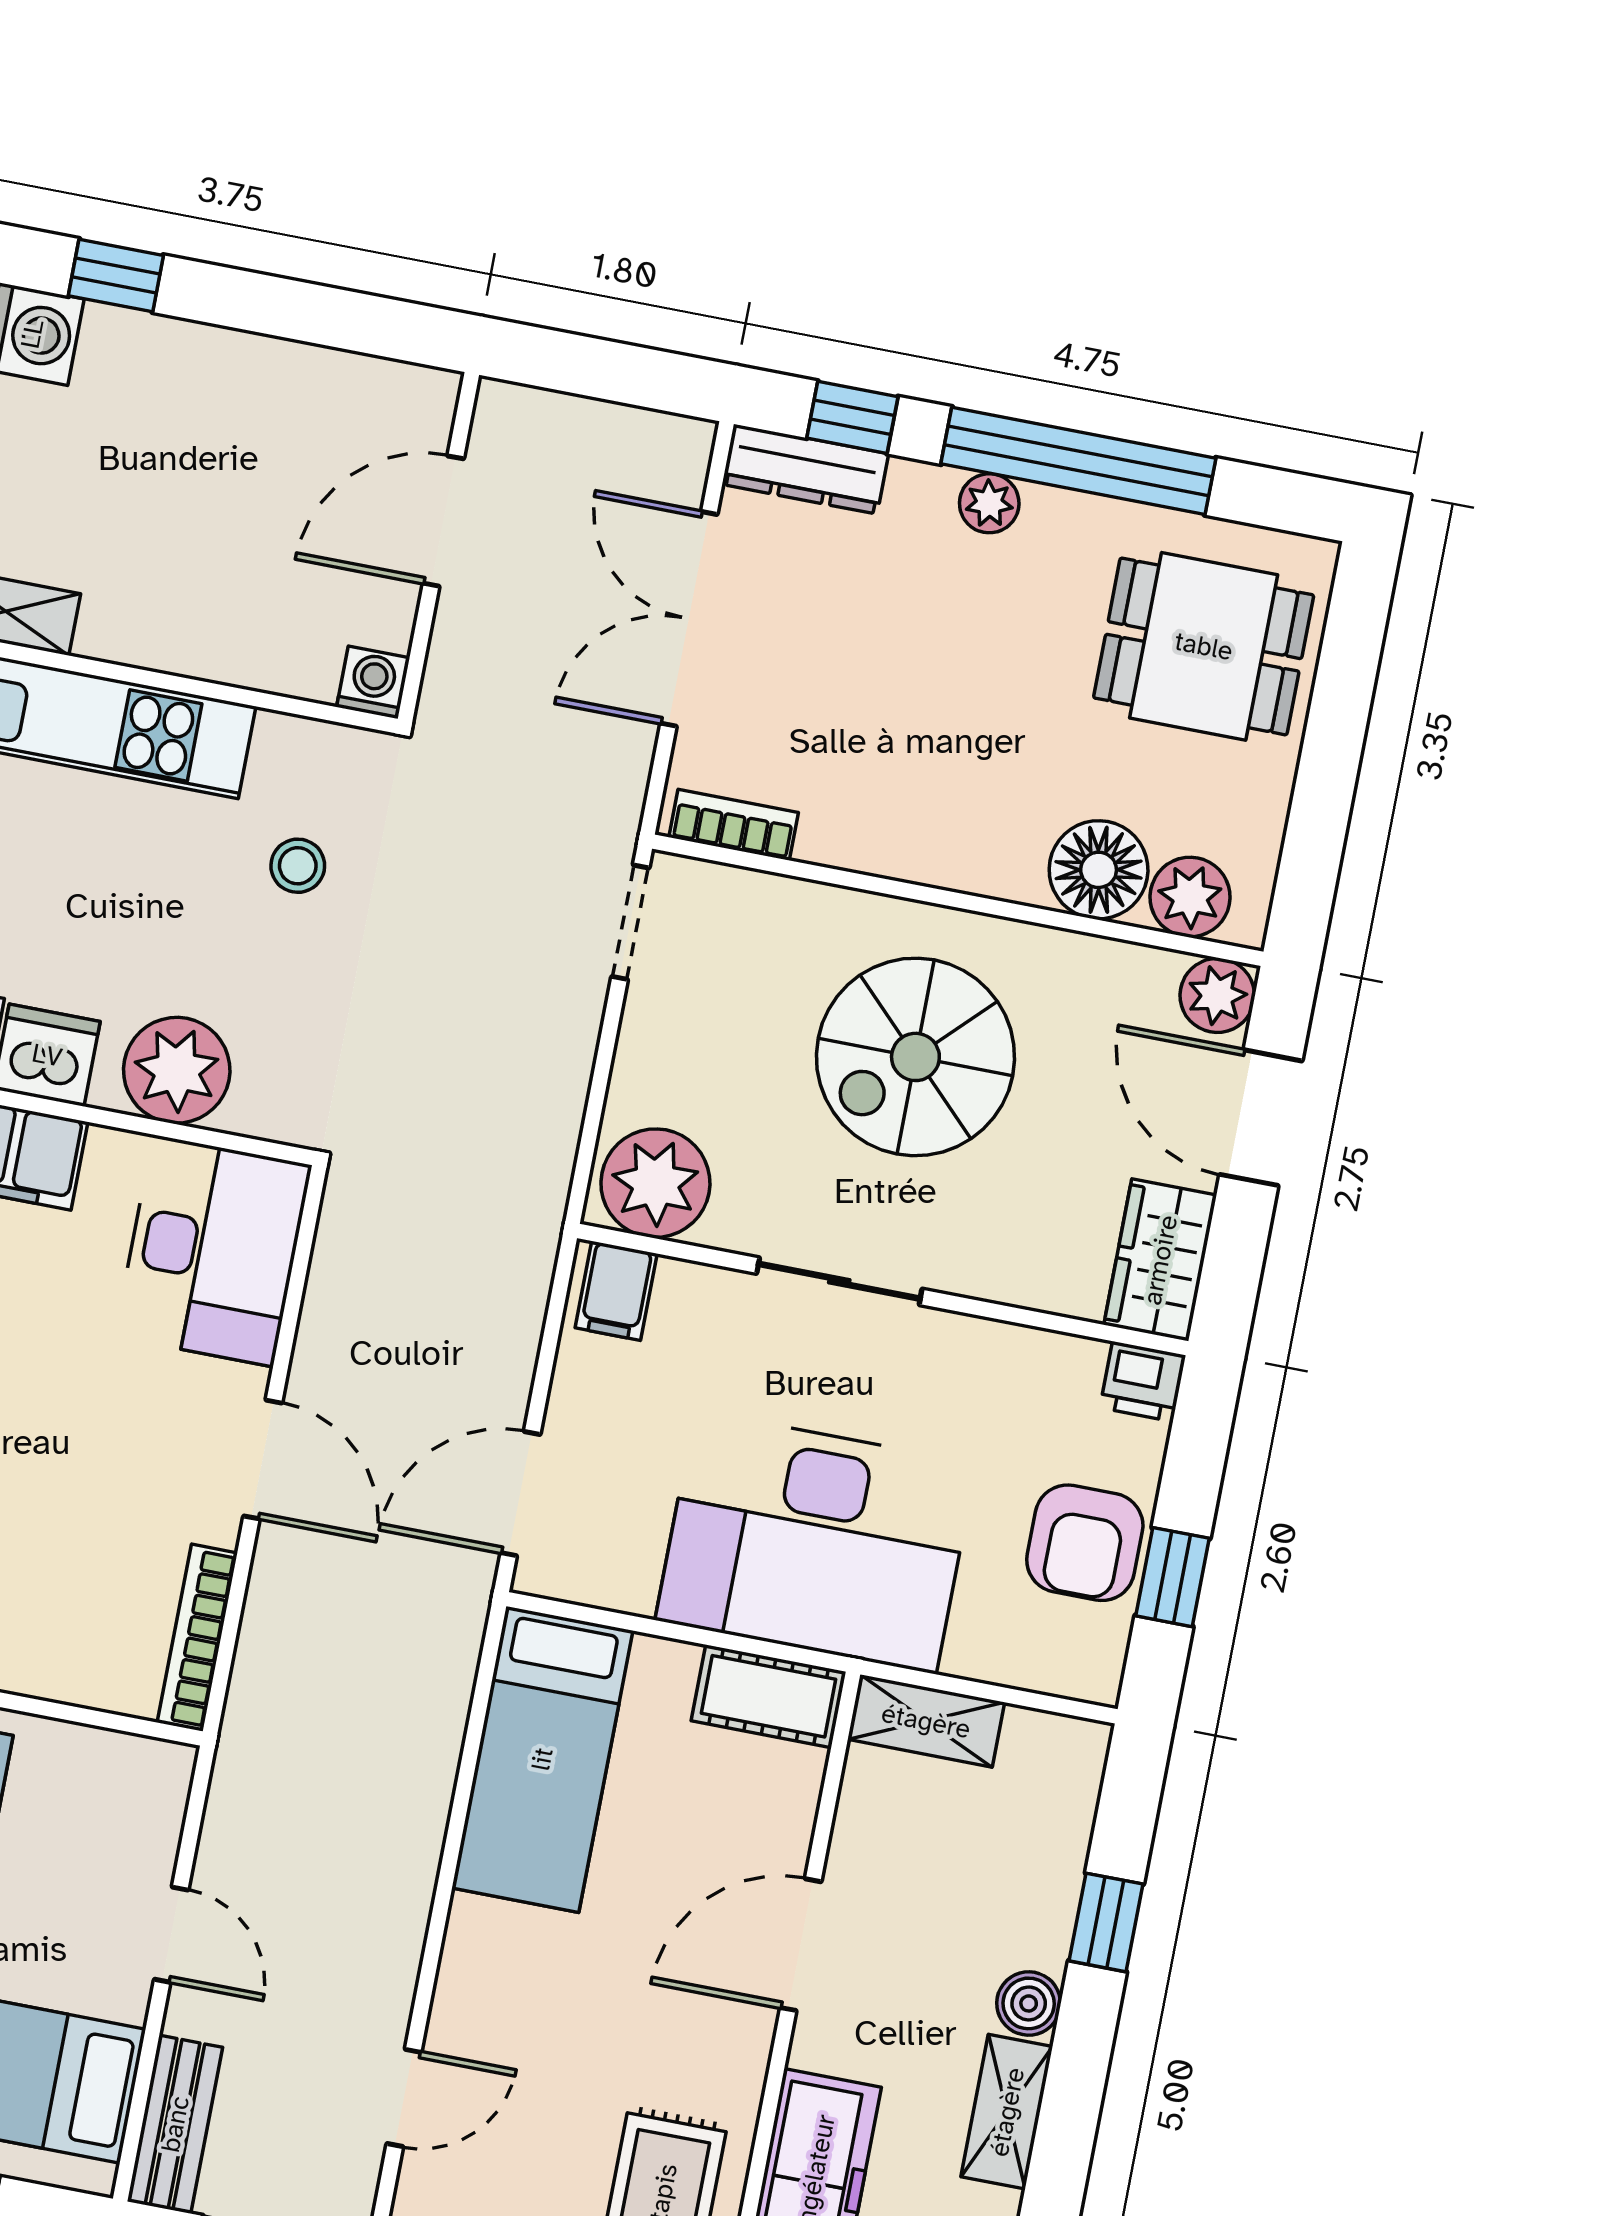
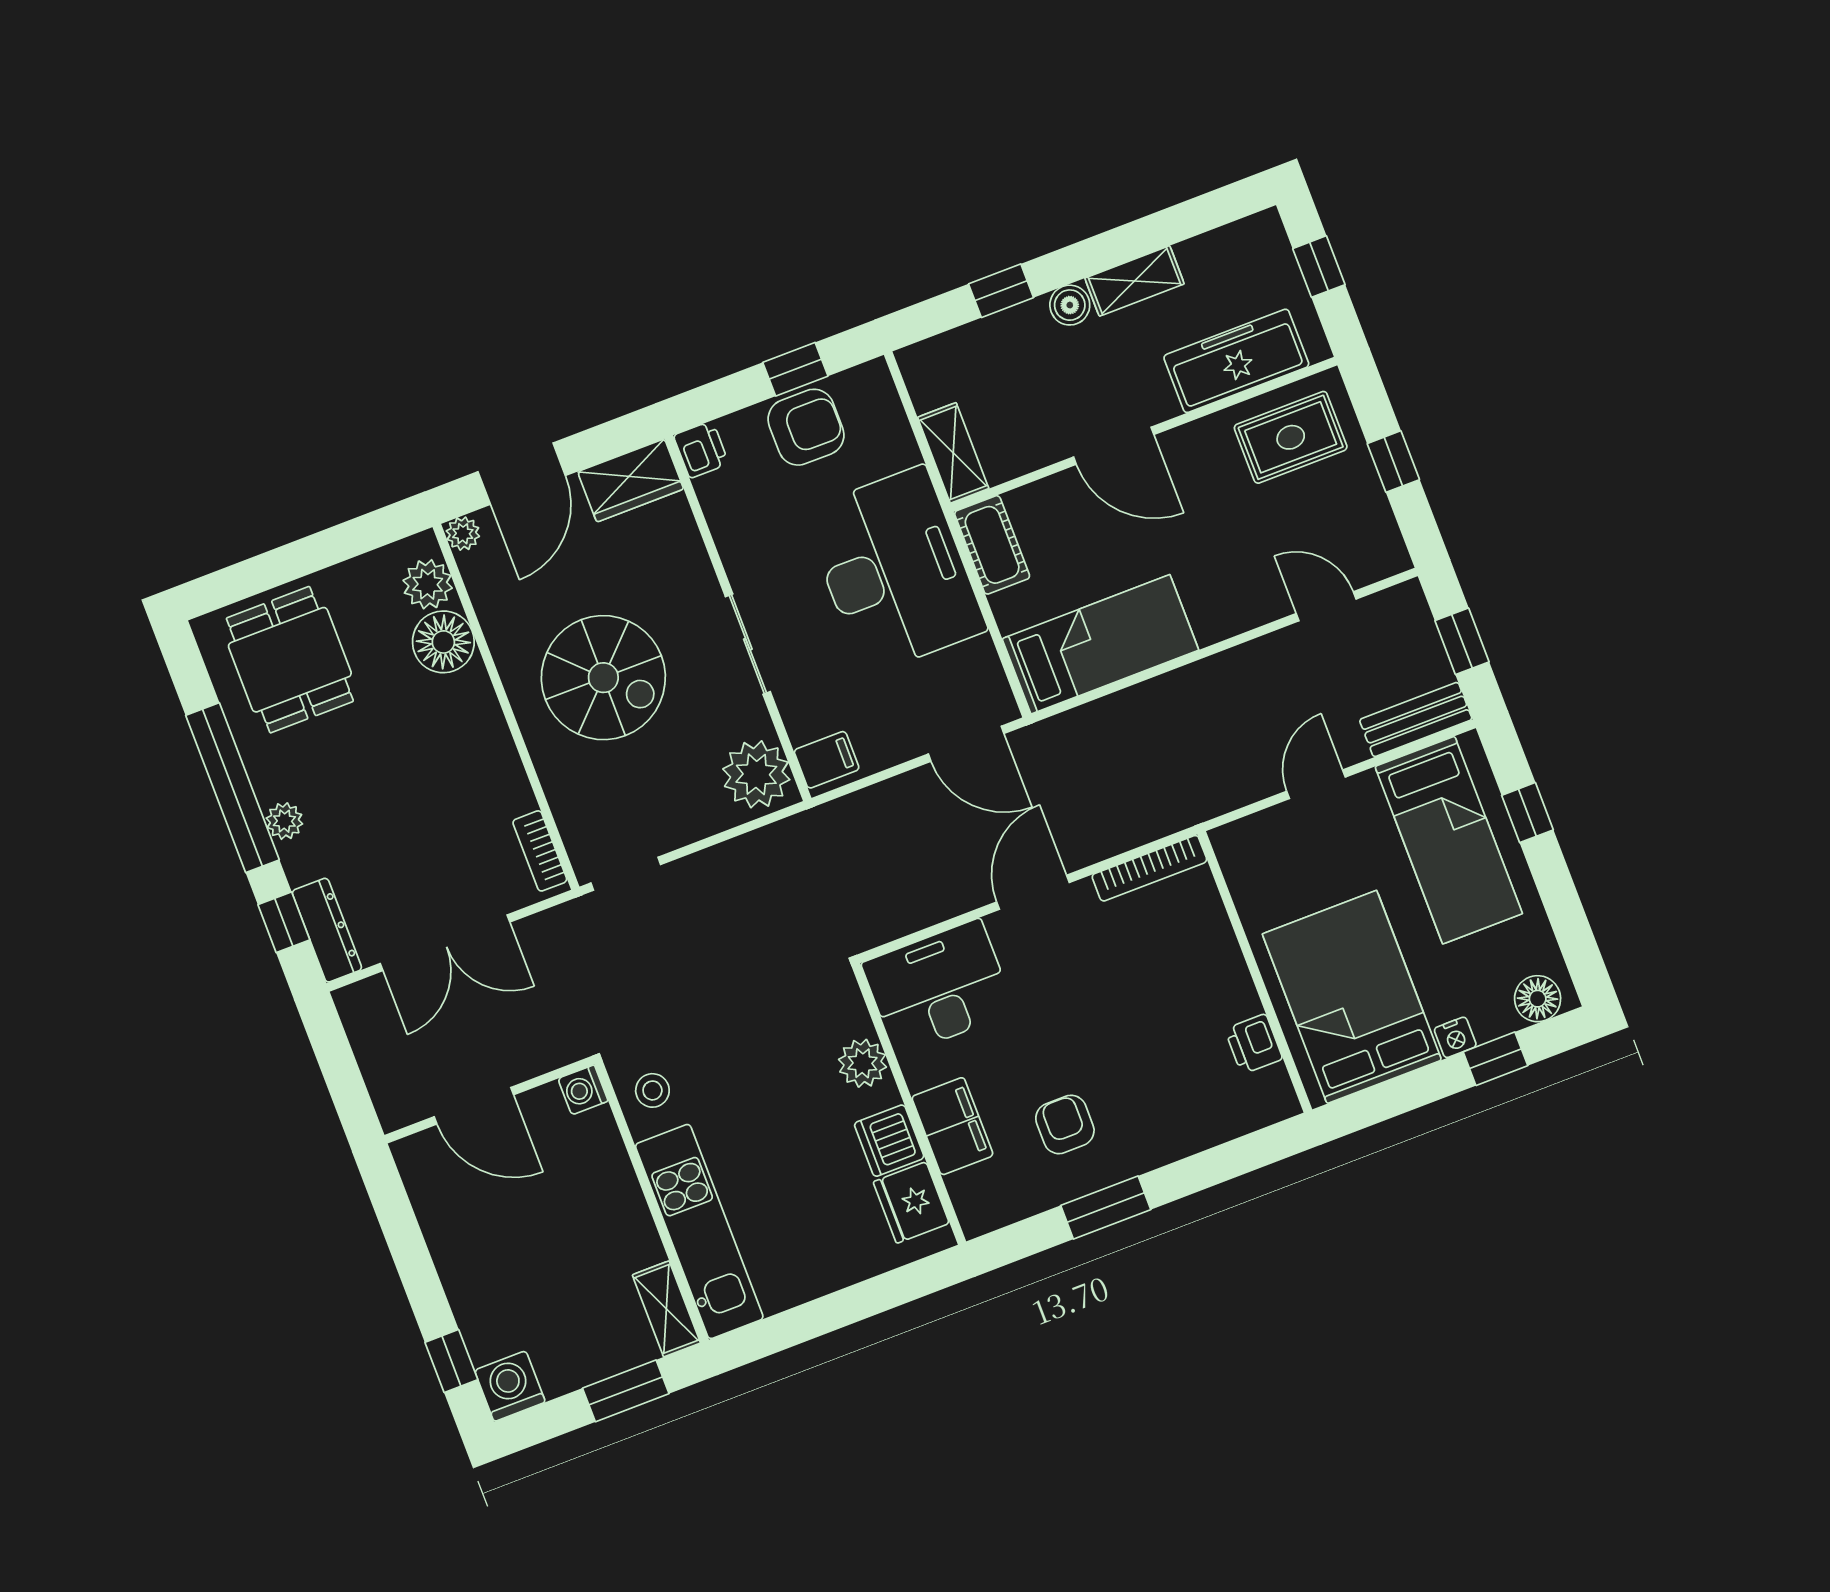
stool: (298, 866) -> (652, 1090), moved
plant: (1217, 995) -> (463, 534), width x0.73, depth x0.73
plant: (177, 1070) -> (862, 1063), width x0.73, depth x0.73

